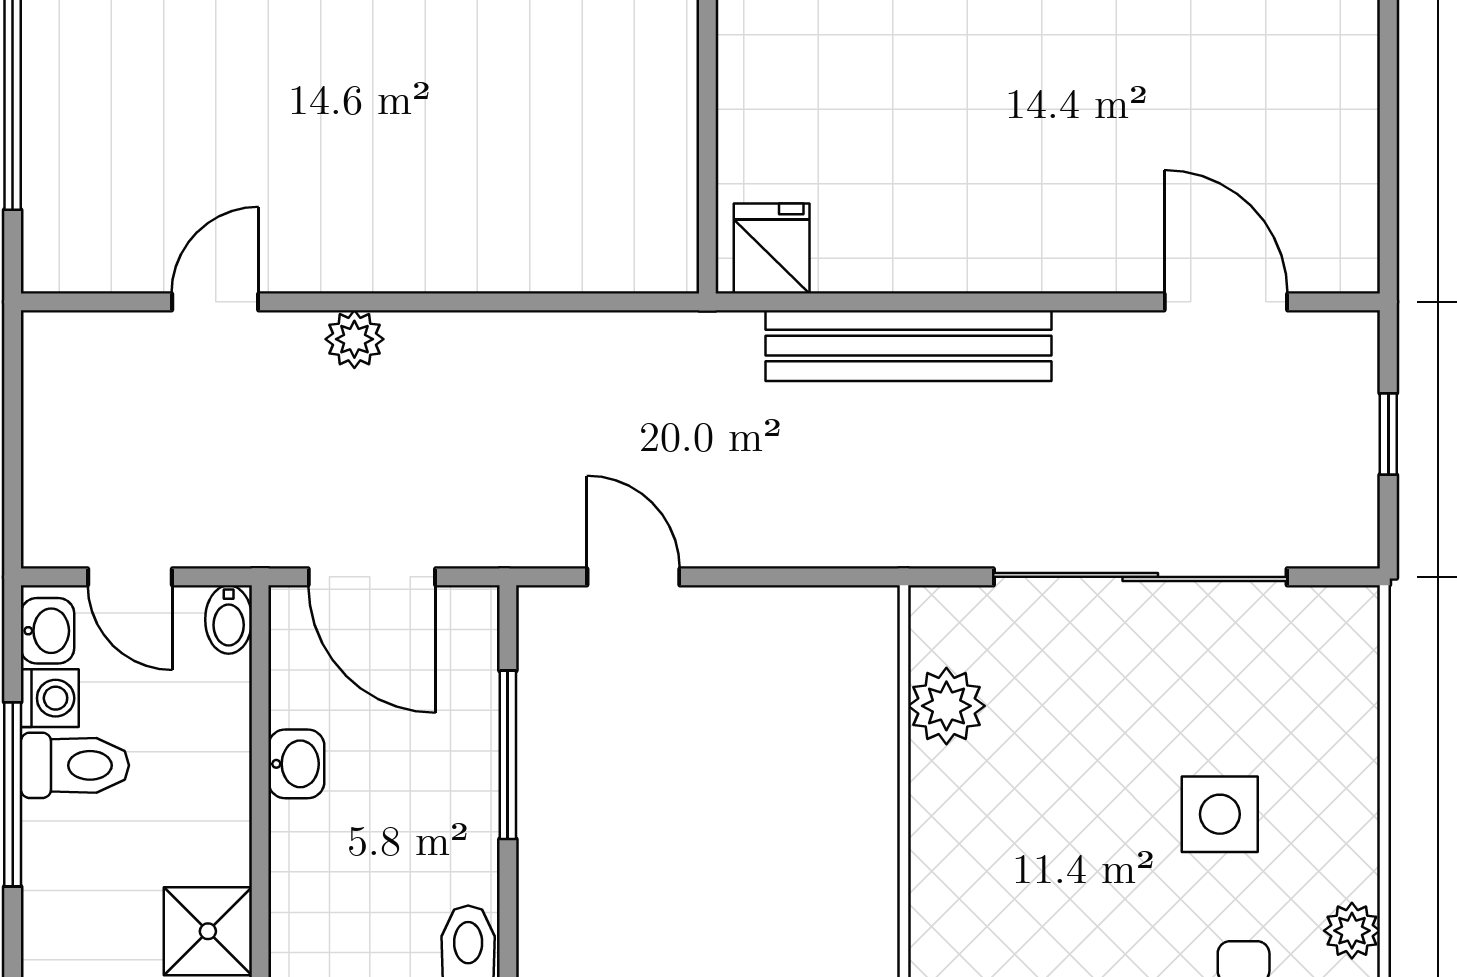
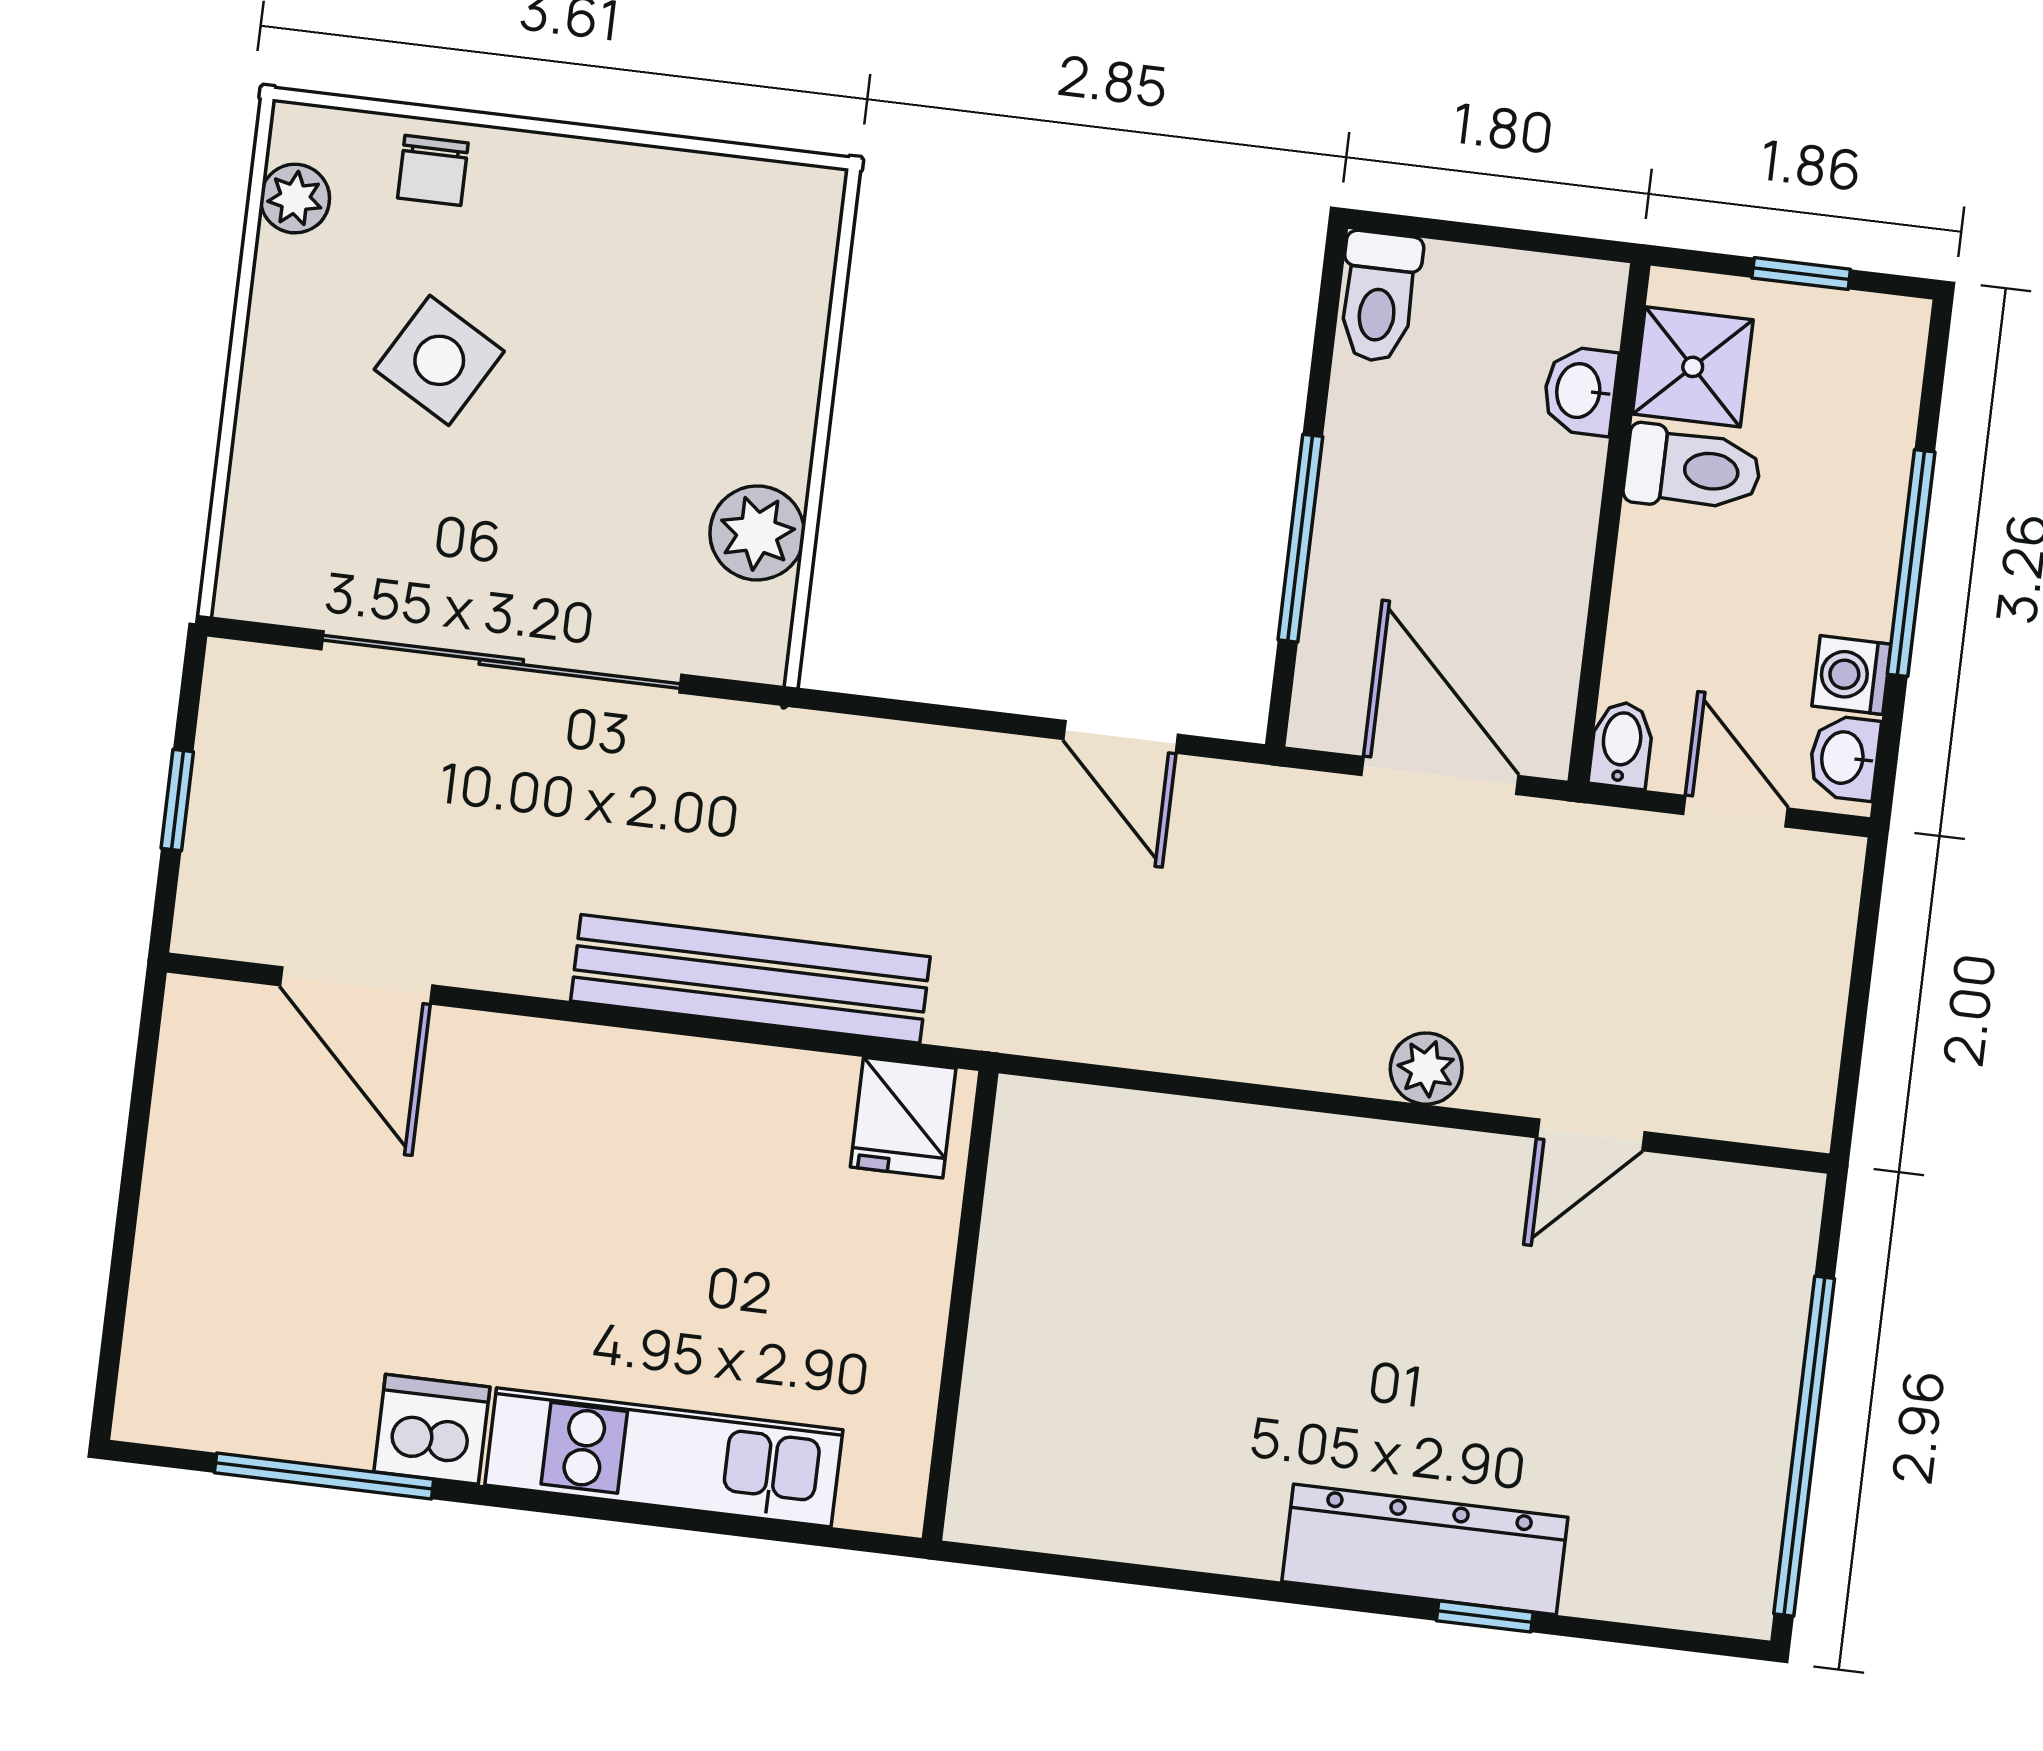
washbasin: (296, 764) -> (1580, 391), moved
toilet: (75, 765) -> (1693, 469), moved, turned 180
side table: (1220, 814) -> (439, 360), turned 30

